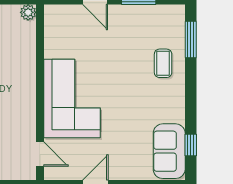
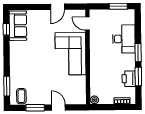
coffee table: (163, 63) -> (21, 96), moved

